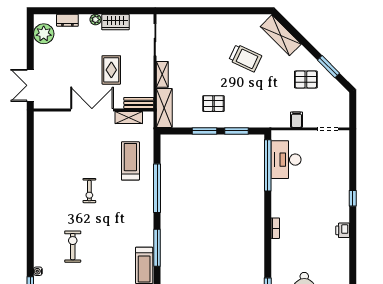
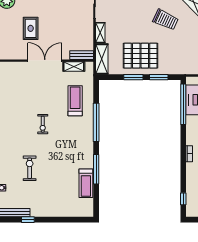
rug: (111, 70) -> (31, 28), moved
pallet: (213, 104) -> (141, 56), width x2.05, depth x2.00

